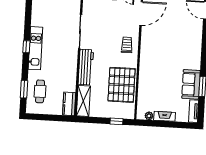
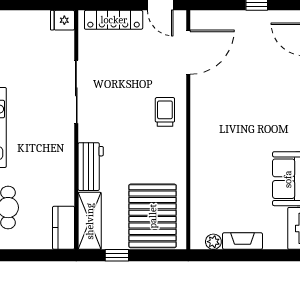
workbench: (86, 67) -> (91, 167), width x0.73
pallet: (122, 85) -> (153, 216), moved
window: (117, 121) -> (117, 255), moved

